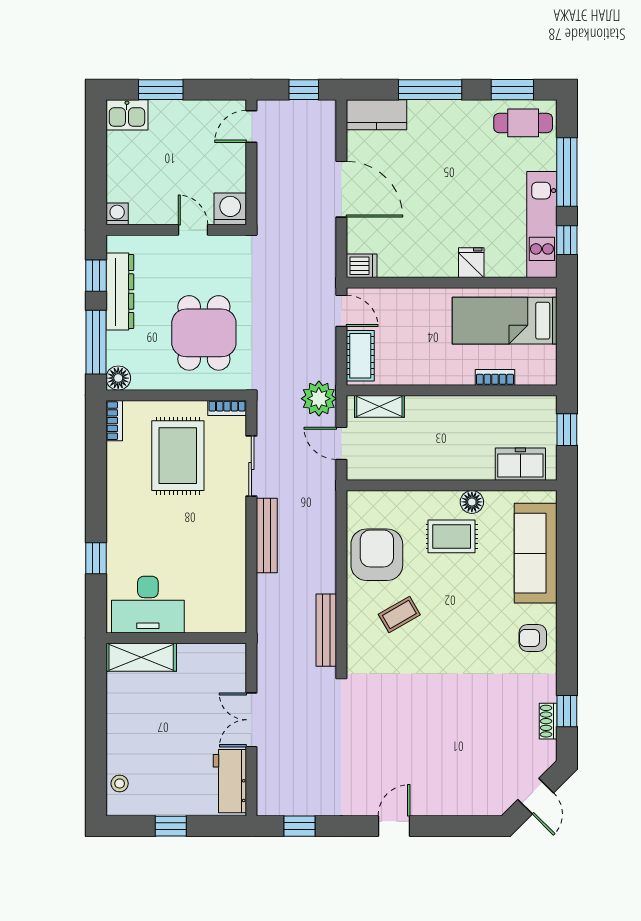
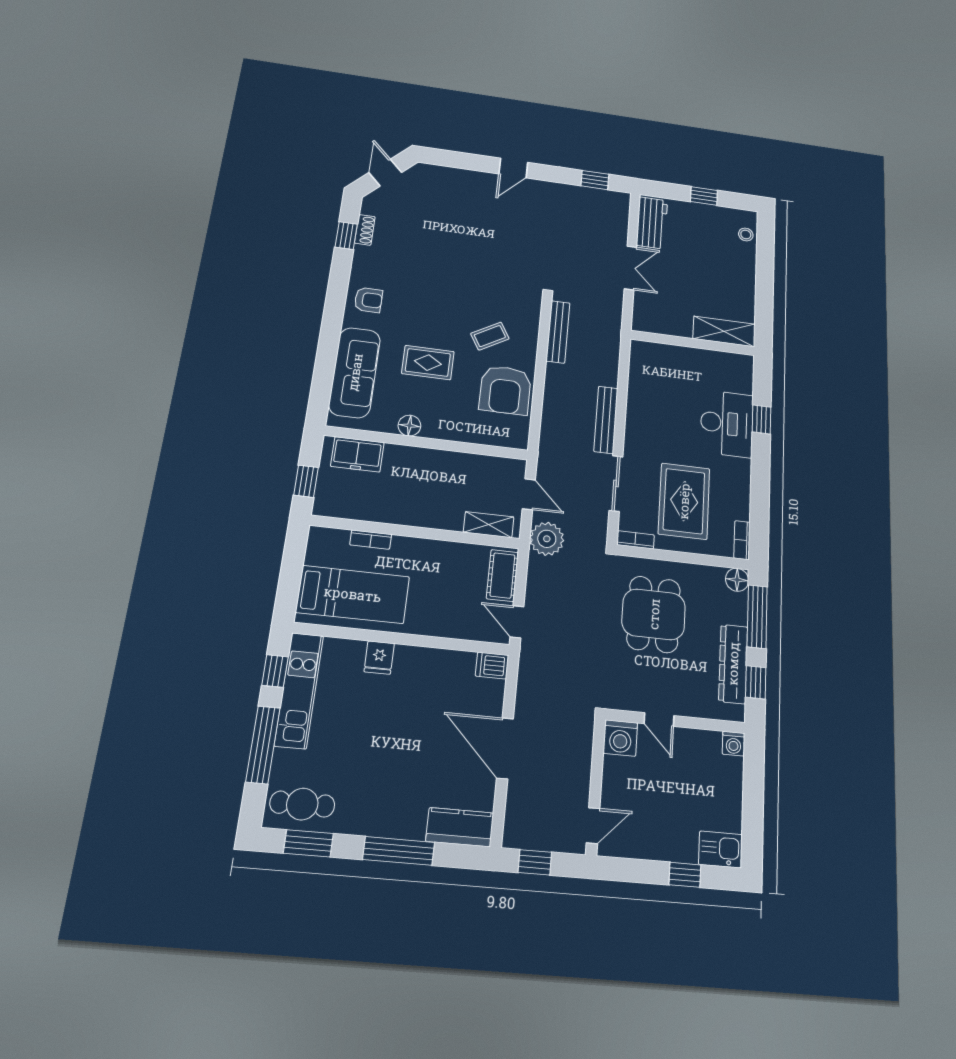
window: (161, 90) -> (685, 875), width x0.67
rug: (452, 536) -> (428, 363), moved
desk: (148, 605) -> (727, 424), moved, turned 90

